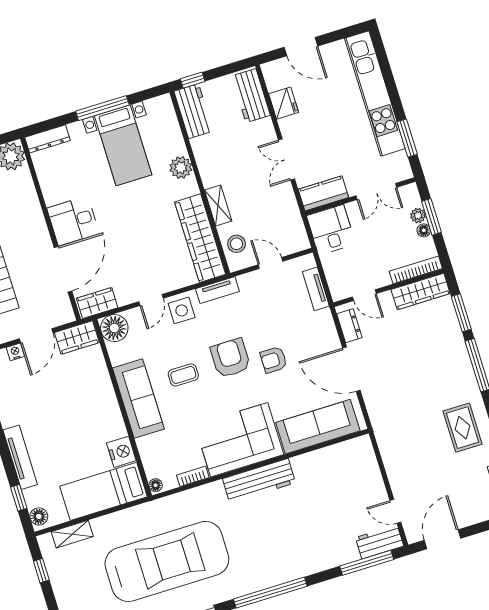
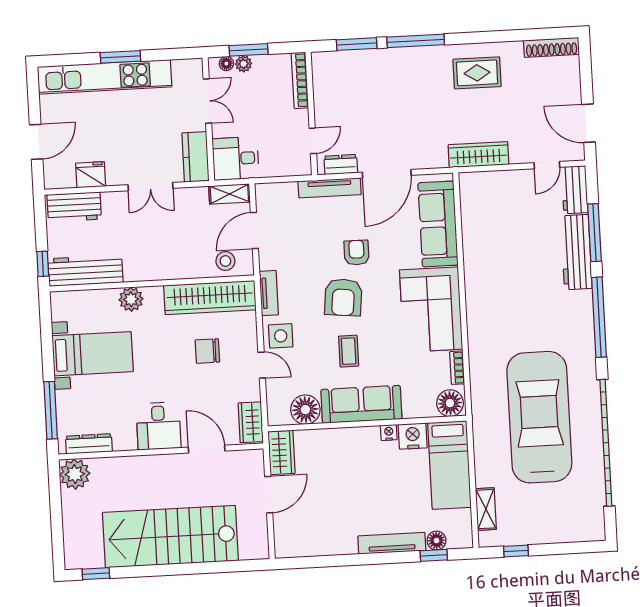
window: (102, 108) -> (51, 410), moved
workbench: (193, 111) -> (85, 271), width x1.38
window: (407, 138) -> (120, 57), moved
dresser: (48, 139) -> (89, 444), moved, turned -90
shelving: (218, 205) -> (229, 194), moved
floor lamp: (424, 230) -> (226, 64), moved
chair: (151, 248) -> (207, 351), added
door: (270, 263) -> (254, 231), width x1.38
door: (63, 269) -> (207, 449), width x0.73
tv unit: (316, 289) -> (330, 188), moved, width x1.41
wardrobe: (421, 291) -> (478, 155), moved, turned -90
floor lamp: (114, 328) -> (305, 410), moved
door: (36, 336) -> (269, 495), hinge flipped
nightstand: (15, 352) -> (389, 432), moved, turned 90
armchair: (230, 358) -> (343, 297), turned -84
armchair: (274, 360) -> (357, 253), turned 180
workbench: (259, 481) -> (576, 252), moved, turned 180
floor lamp: (156, 485) -> (450, 403), width x1.89, depth x1.89
floor lamp: (39, 516) -> (437, 541), moved
window: (367, 563) -> (594, 233), moved

